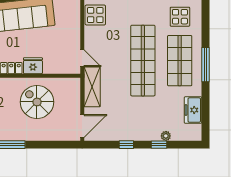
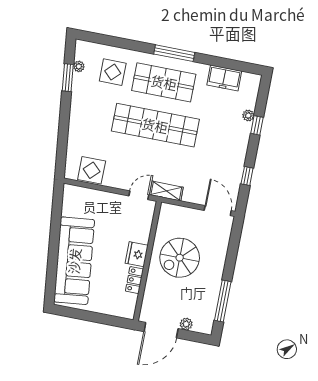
shelving: (92, 87) -> (166, 191), width x0.67, depth x0.75
window: (126, 145) -> (247, 176), moved

